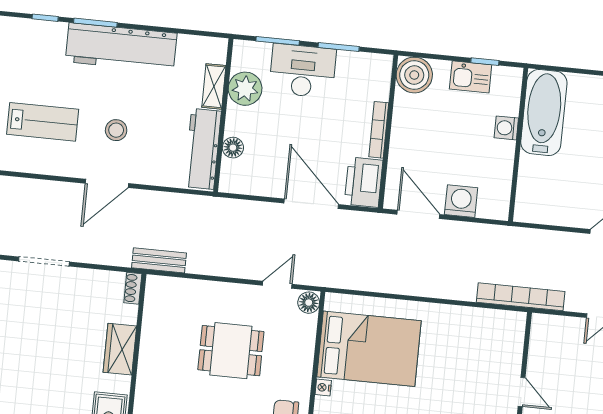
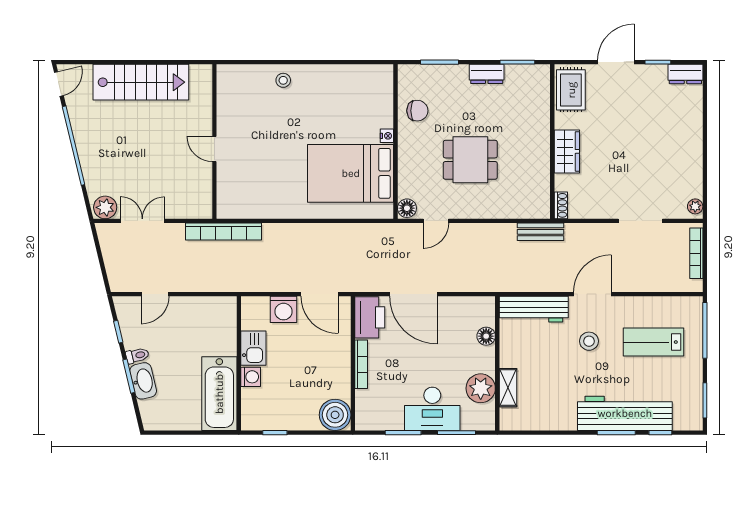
workbench: (121, 47) -> (625, 413), moved
kitchen sink: (471, 77) -> (253, 348), moved, turned 90
workbench: (203, 149) -> (534, 309), moved, turned 90

